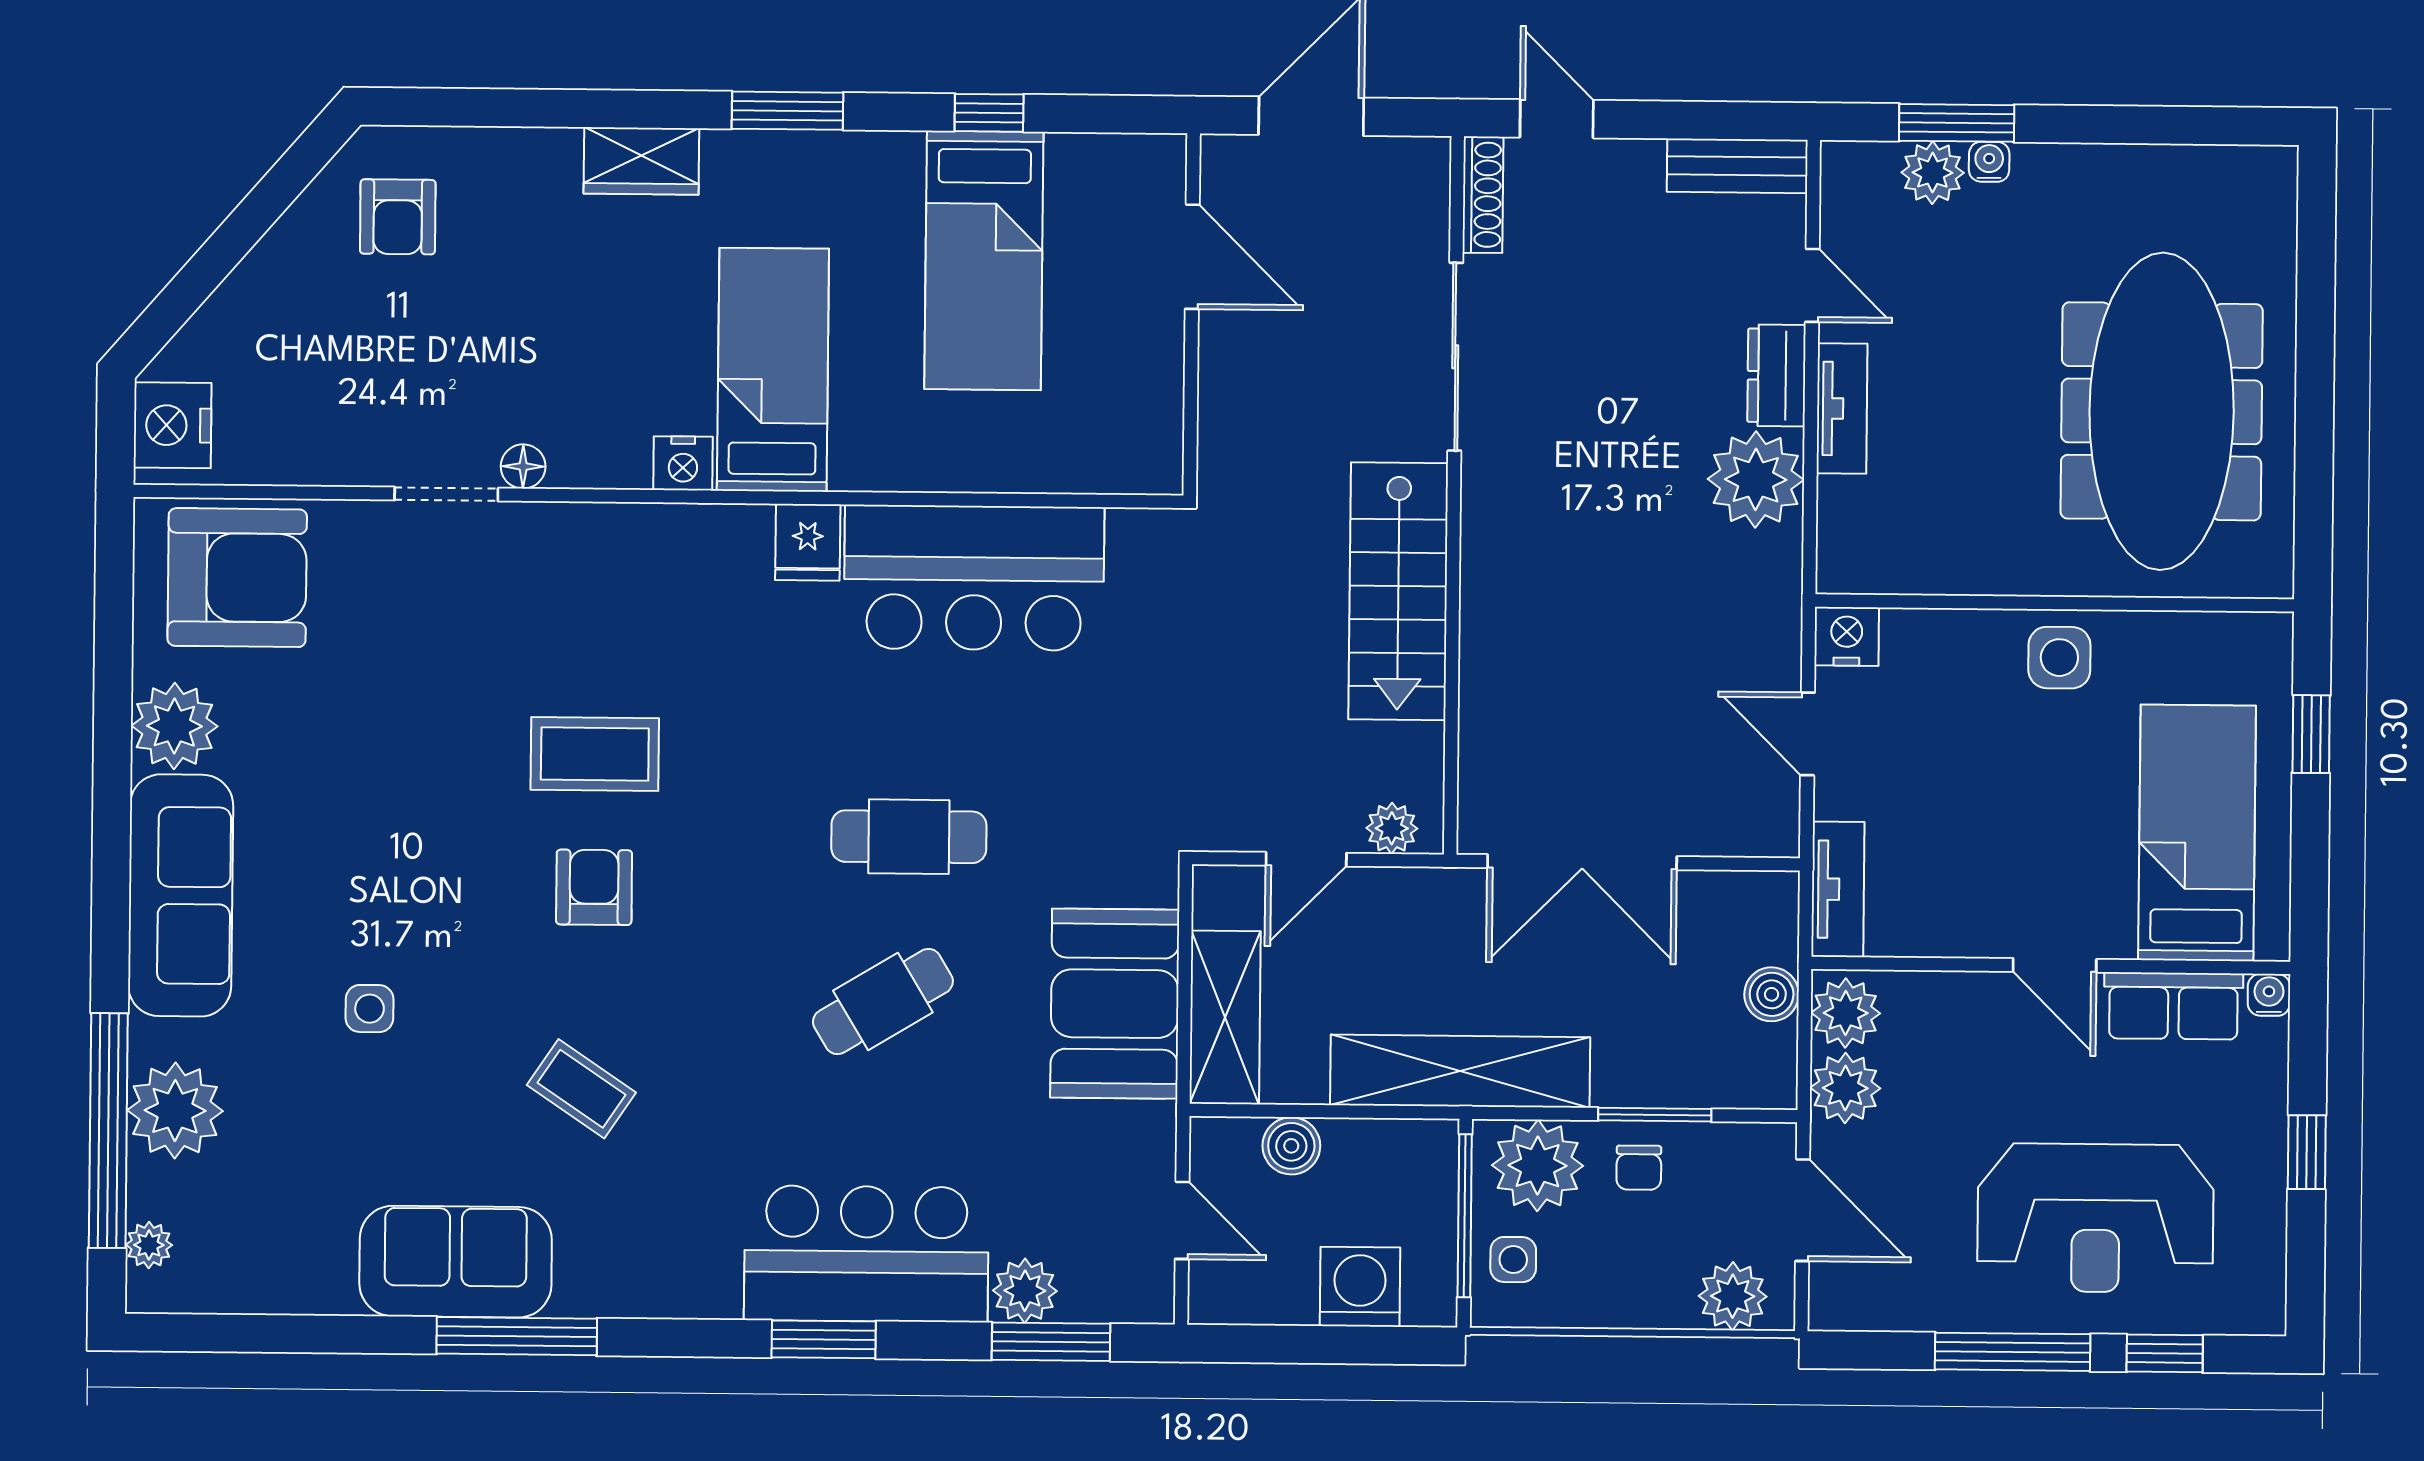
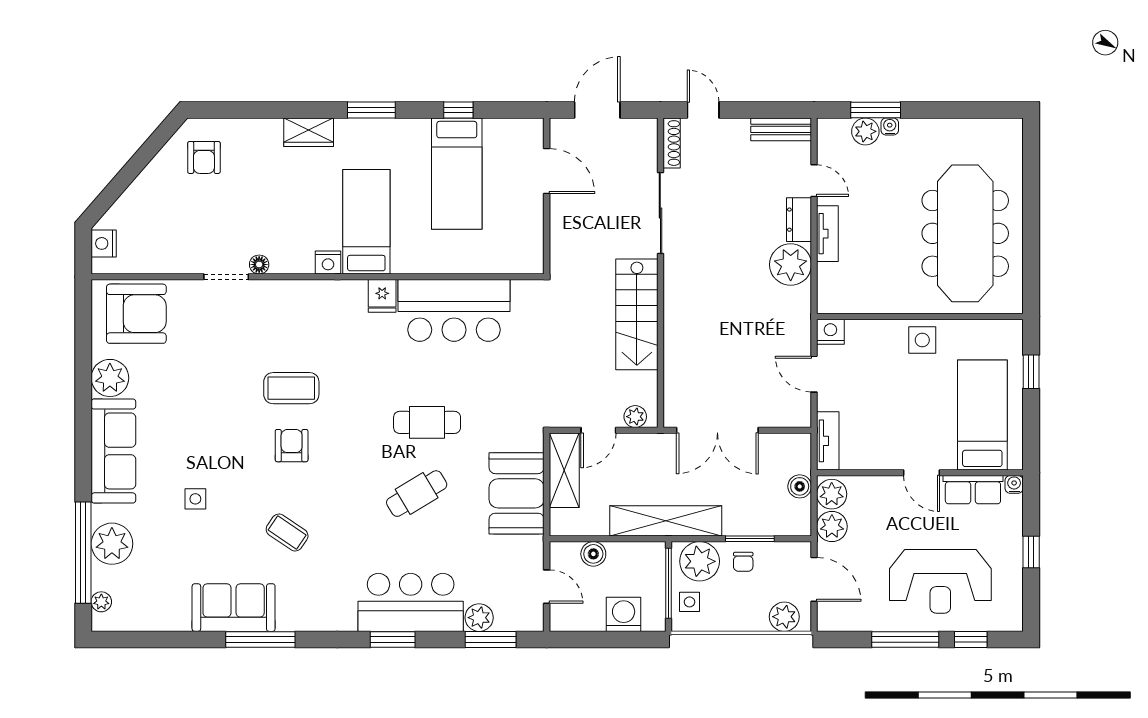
nightstand: (173, 425) -> (104, 243), width x0.74, depth x0.75
shelving: (1225, 1017) -> (564, 470), moved

